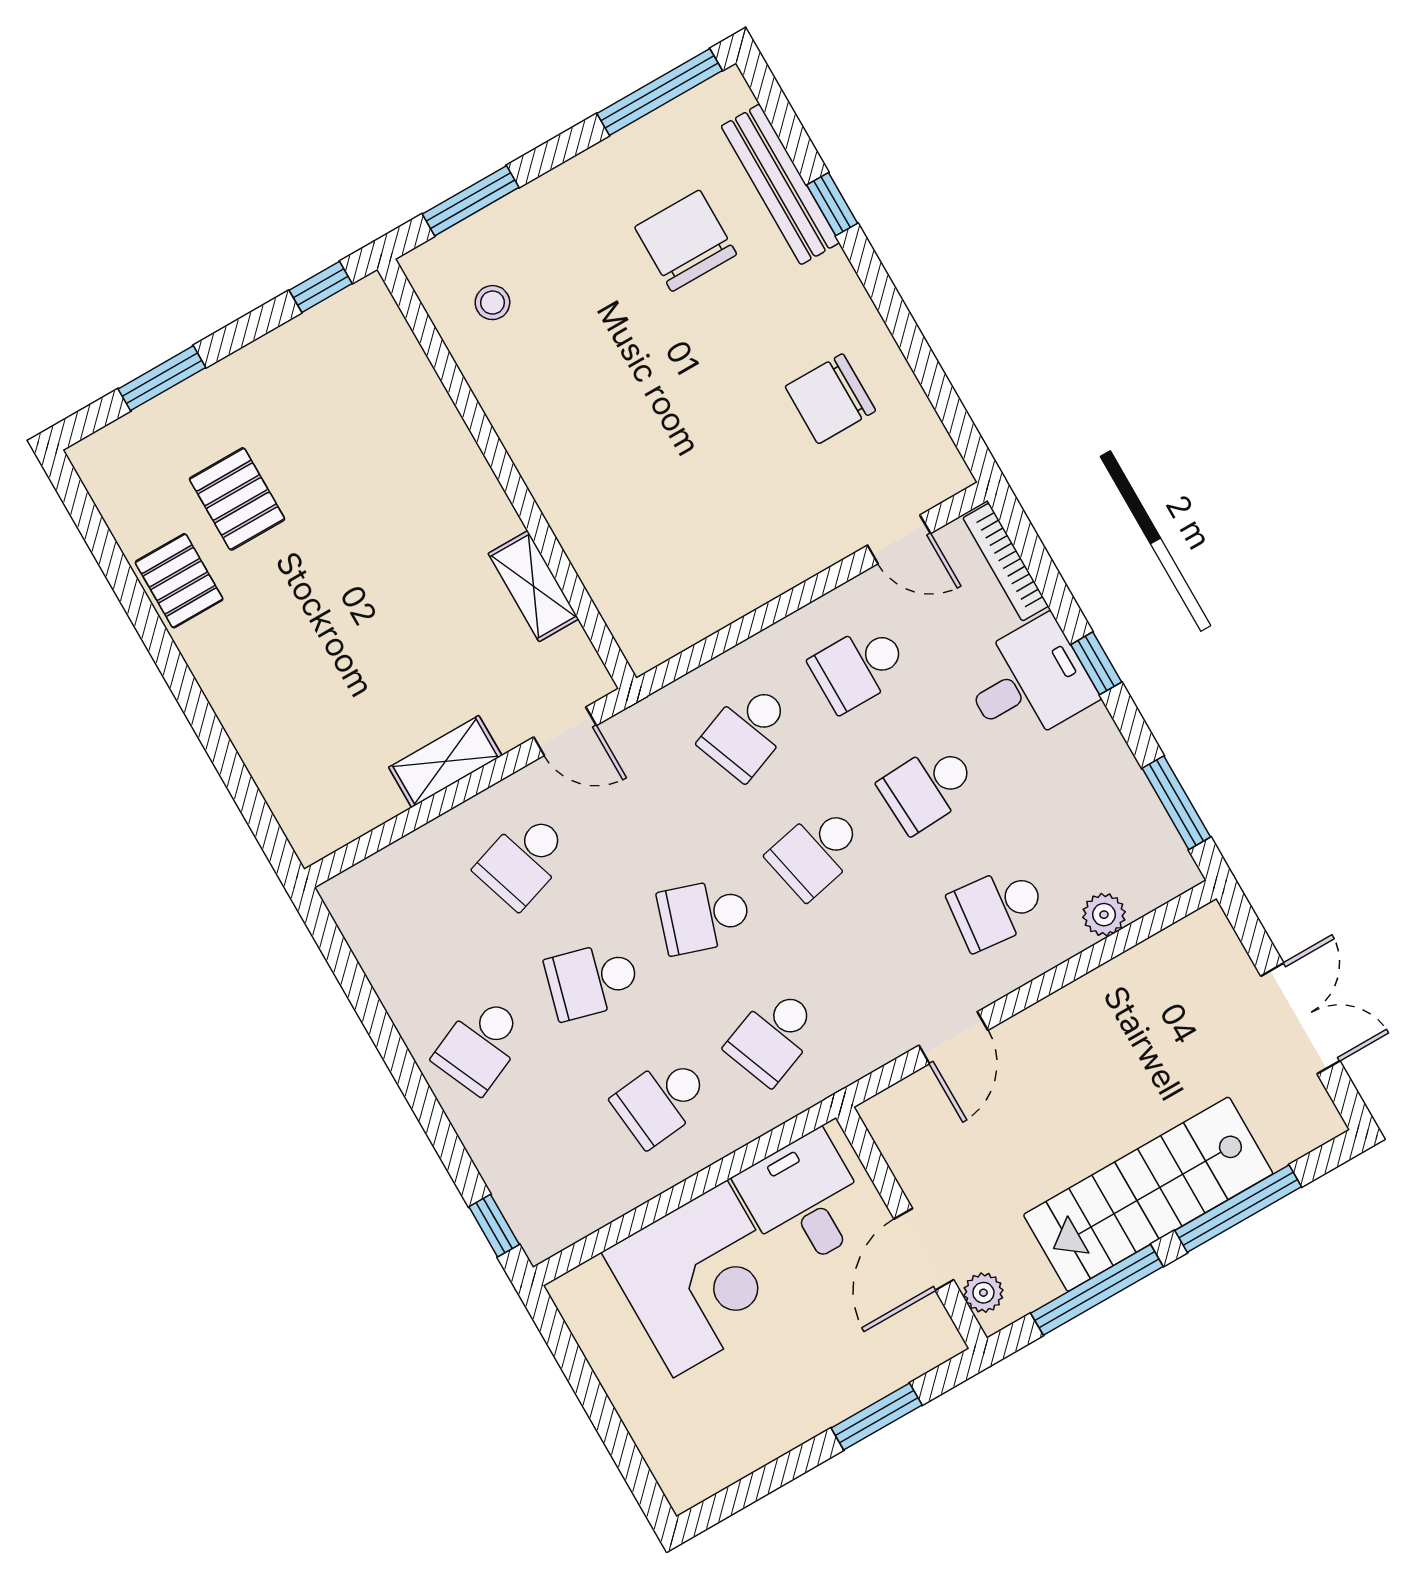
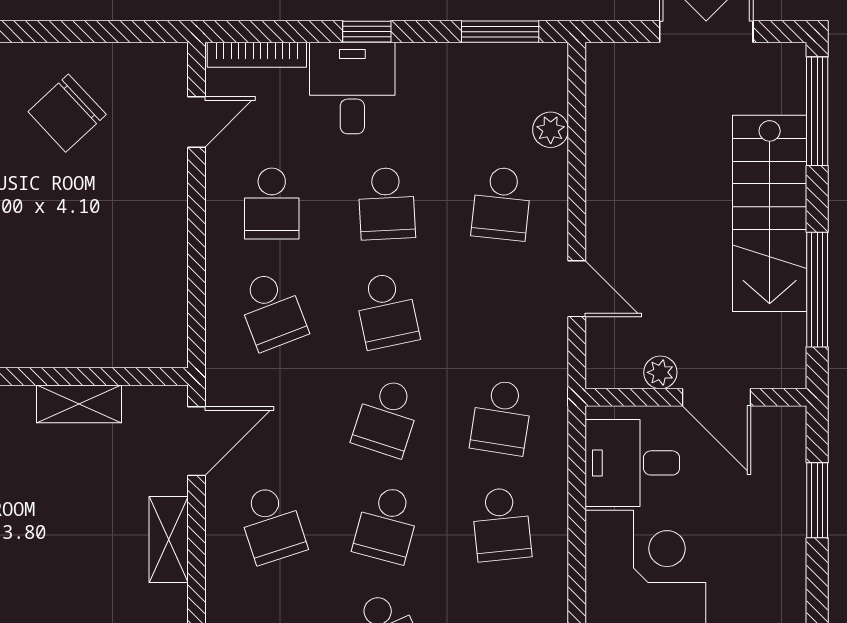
chair: (830, 399) -> (67, 113), turned 47
door: (565, 731) -> (196, 441), width x1.37
school desk: (773, 1036) -> (501, 417), turned 30
window: (1238, 1209) -> (817, 111), moved
plant: (983, 1293) -> (660, 372), moved

